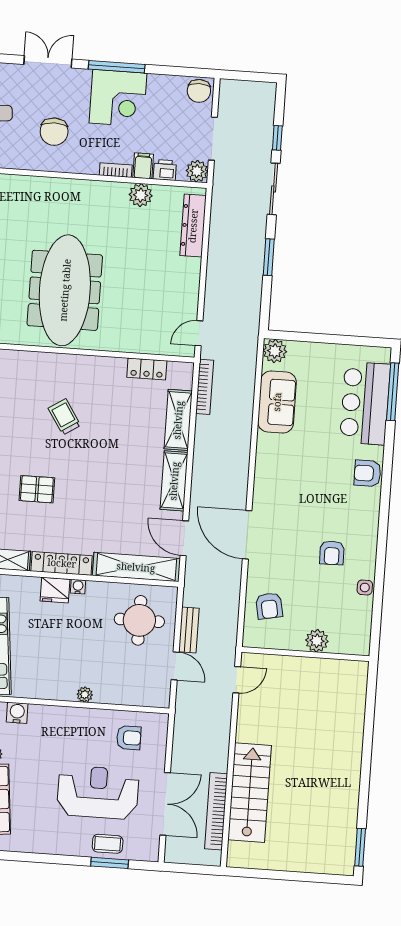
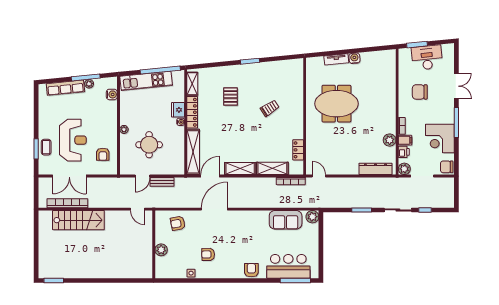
corner desk: (118, 98) -> (440, 138), moved
meeting table: (65, 290) -> (336, 104), width x0.73
round table: (139, 620) -> (149, 145), moved

